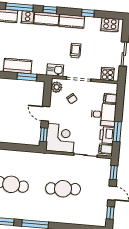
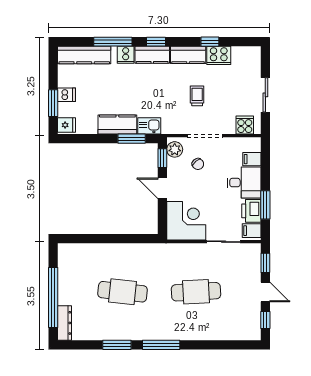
cooker: (110, 25) -> (219, 55), moved
kitchen sink: (55, 70) -> (149, 126), moved
window: (44, 135) -> (162, 158), moved

